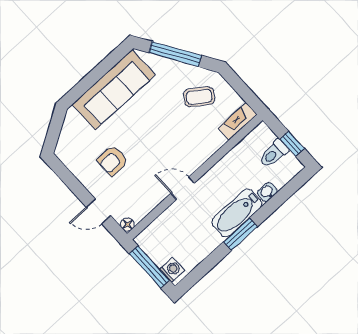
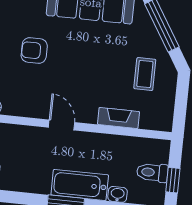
coffee table: (199, 97) -> (145, 74), turned 55
fireplace: (238, 121) -> (118, 118), moved

